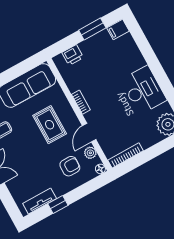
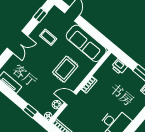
armchair: (70, 166) -> (42, 94), removed
window: (58, 204) -> (30, 111), moved

